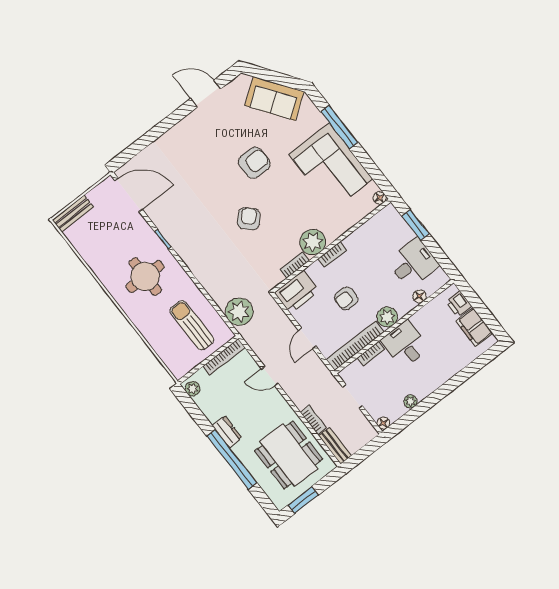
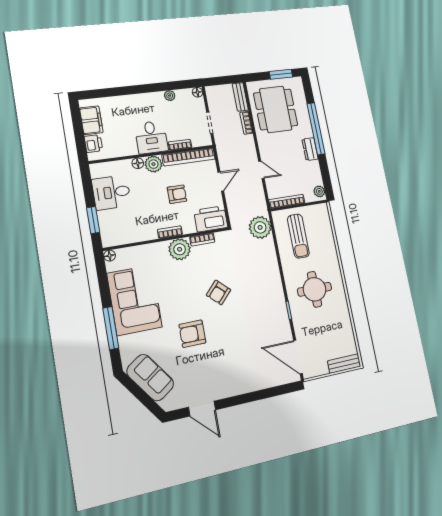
floor lamp: (419, 296) -> (138, 163), moved

